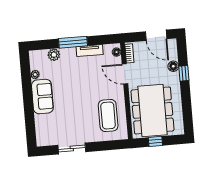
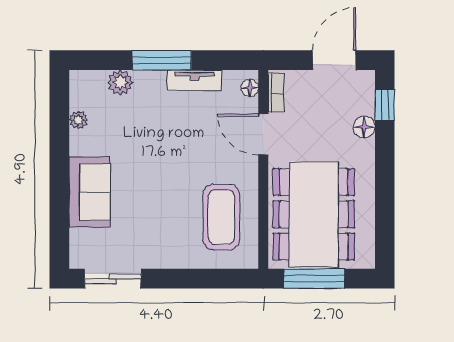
door: (156, 35) -> (334, 60), swing flipped
window: (184, 73) -> (385, 105), moved
sofa: (42, 97) -> (90, 192), moved
window: (155, 141) -> (314, 279), width x2.17
sliding door: (72, 149) -> (113, 279), moved

